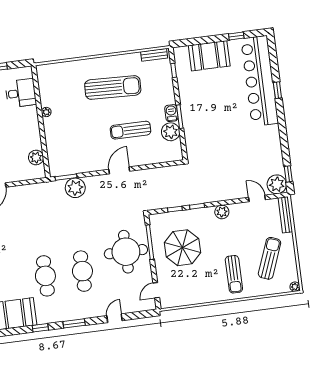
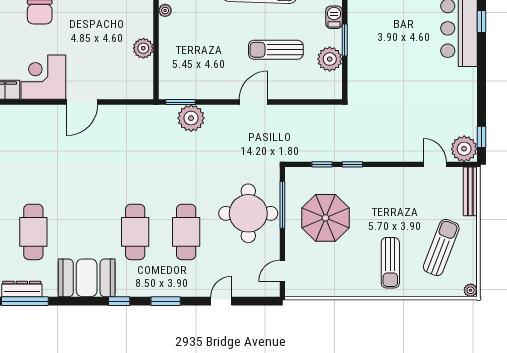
barbecue: (171, 113) -> (334, 17), moved
plant: (36, 157) -> (143, 48), moved
plant: (222, 212) -> (385, 176), removed

